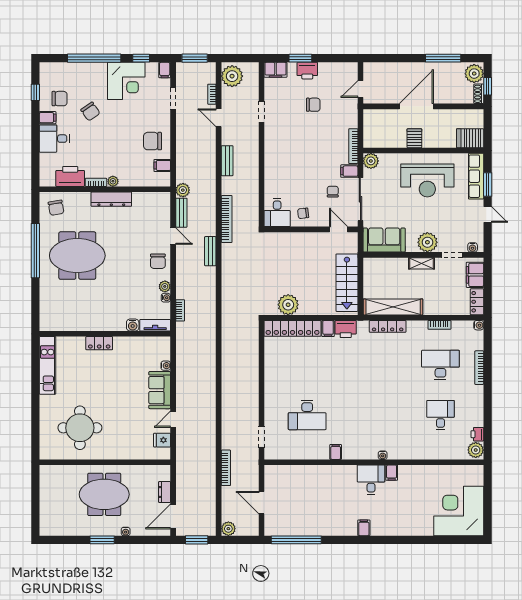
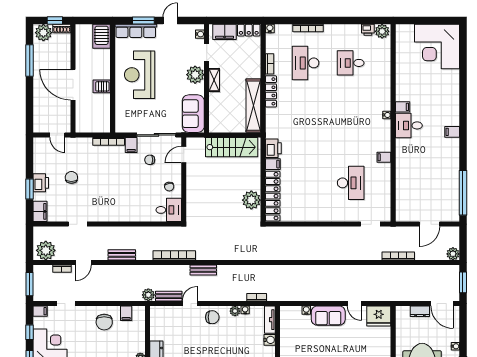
plant: (371, 161) -> (122, 126), removed
reception desk: (427, 180) -> (140, 75), turned 180
locker: (388, 326) -> (271, 91), moved
fridge: (162, 440) -> (379, 316), width x1.88, depth x1.34

